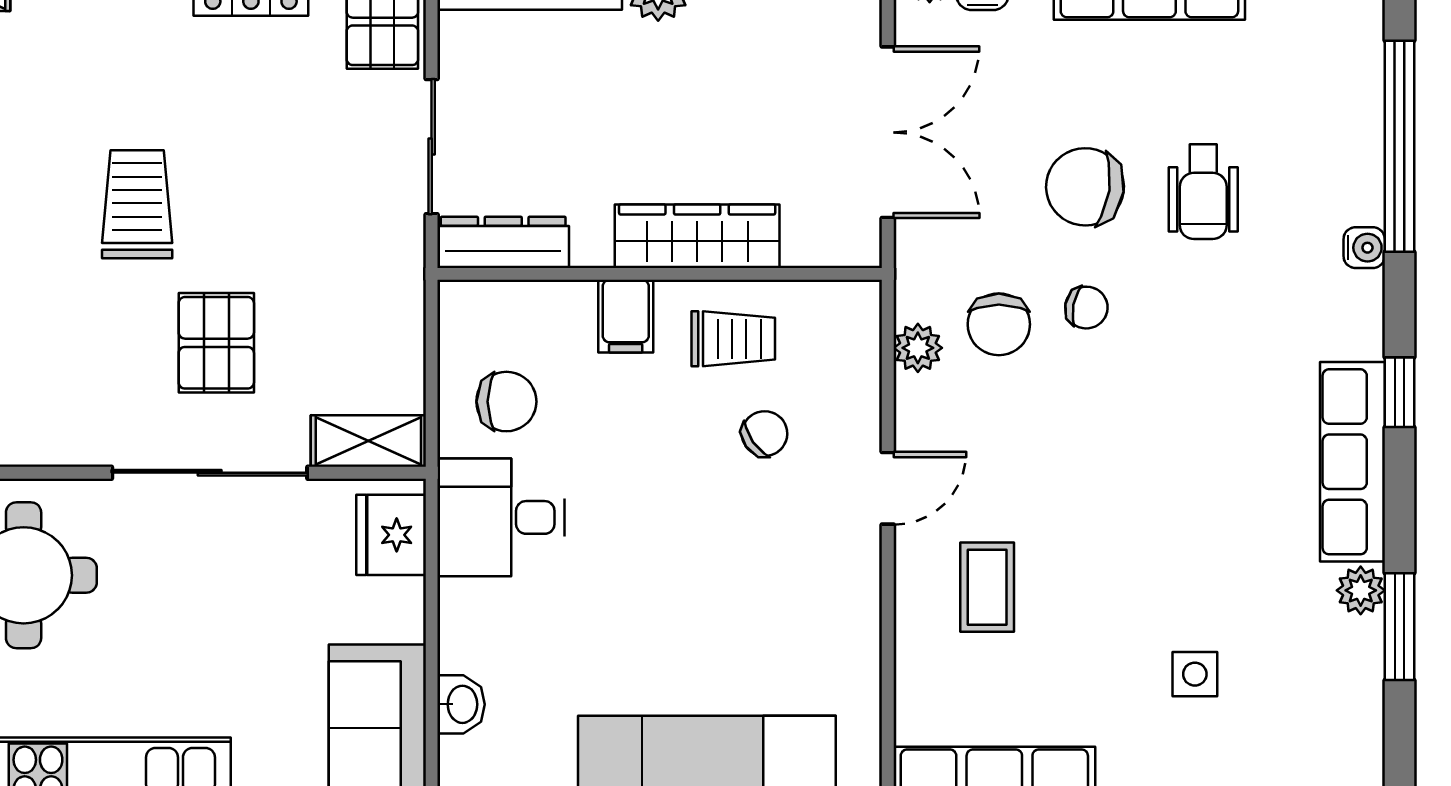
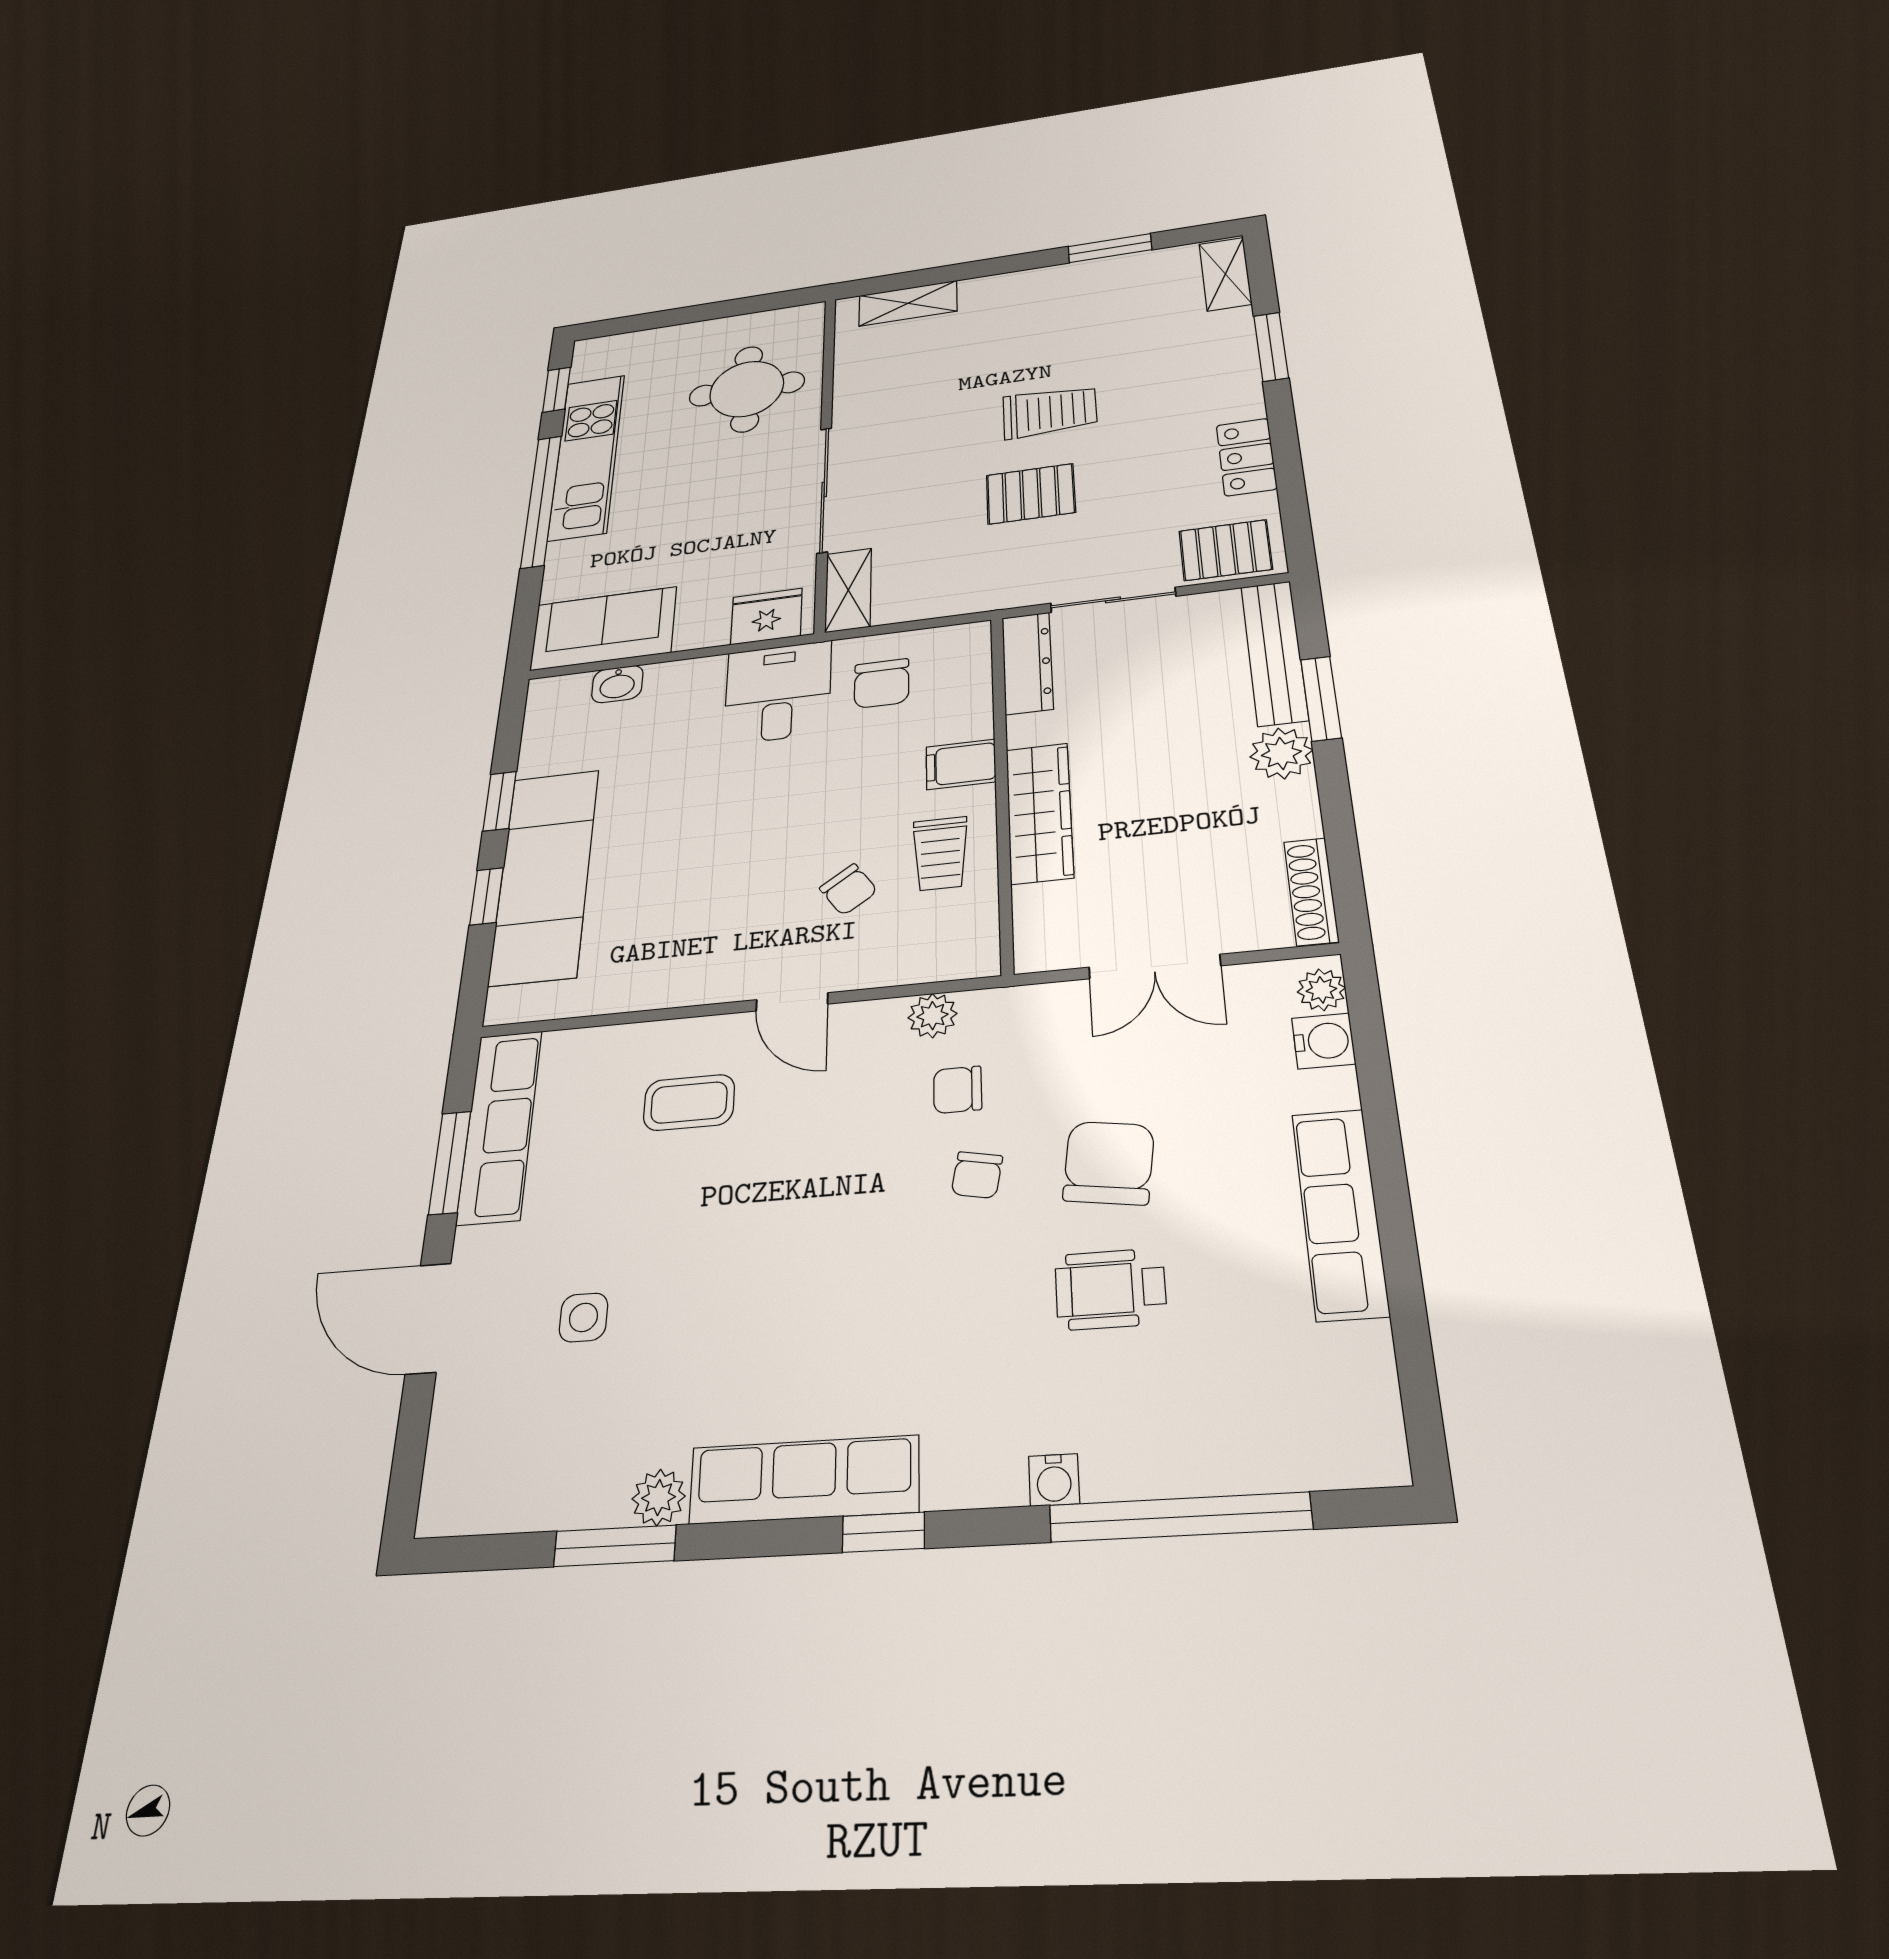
double door: (888, 132) -> (1155, 967), width x0.73
chair: (999, 324) -> (958, 1090), width x0.73, depth x0.73
pallet: (216, 343) -> (1031, 494), moved

